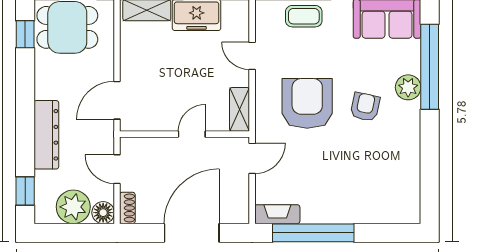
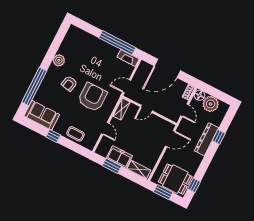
plant: (408, 87) -> (59, 60), moved
armchair: (307, 103) -> (92, 97), turned 180
window: (25, 191) -> (219, 137), moved

